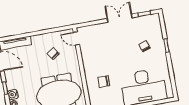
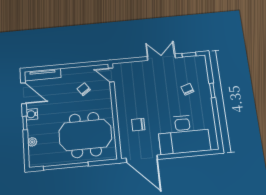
water cooler: (13, 95) -> (32, 114), moved

